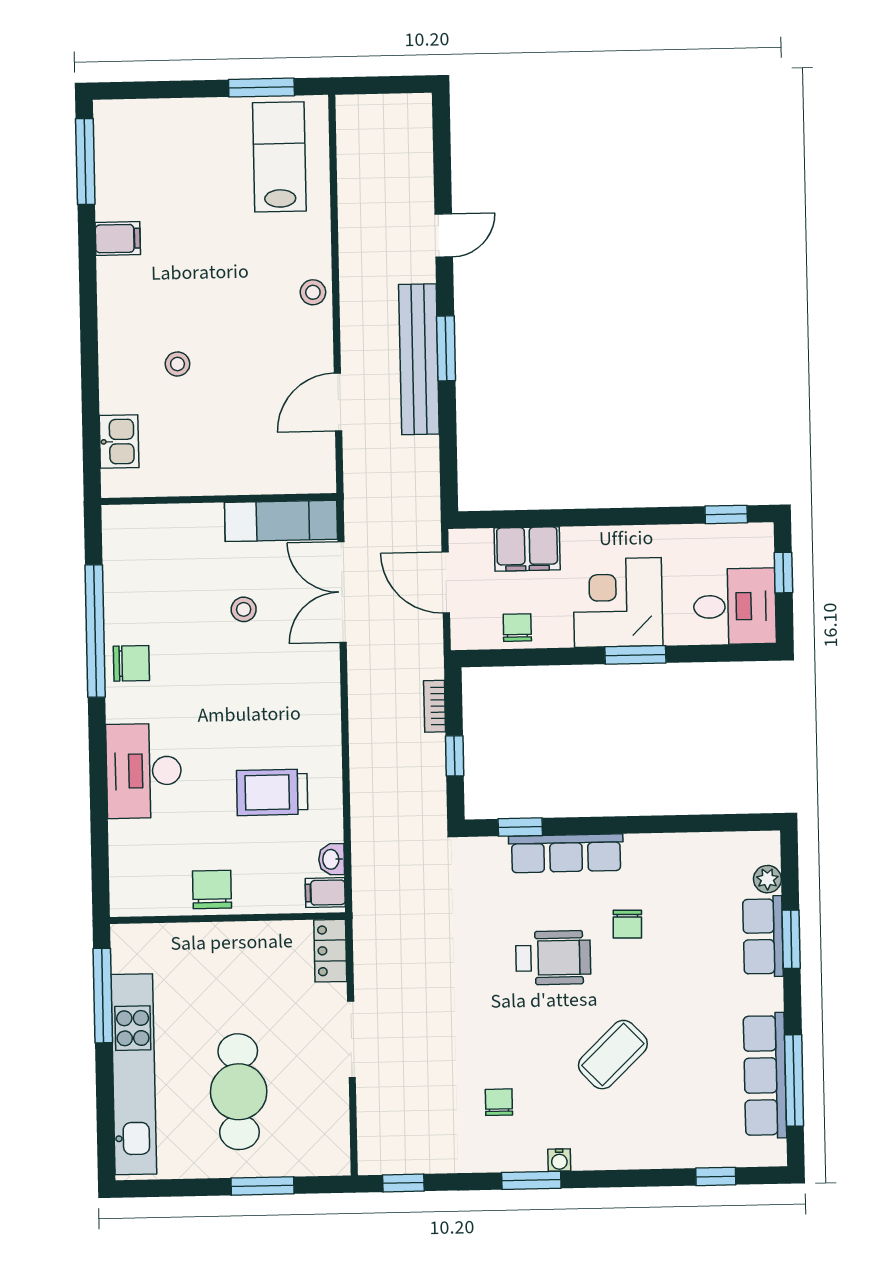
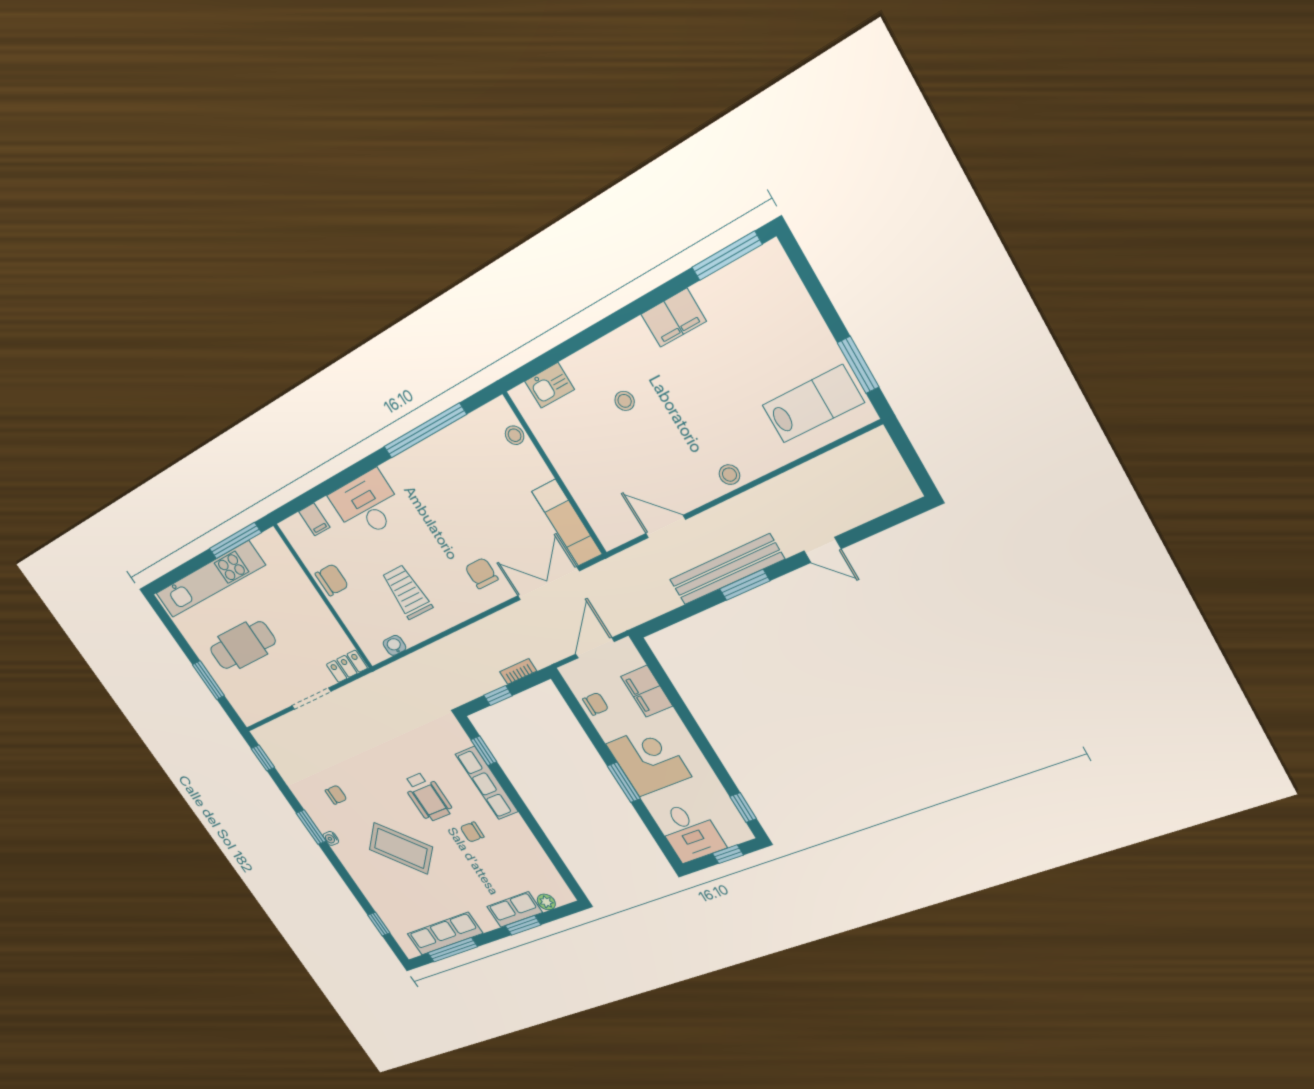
filing cabinet: (118, 239) -> (674, 318), width x2.00
stool: (244, 609) -> (515, 435), moved
chair: (131, 663) -> (482, 573), moved, turned 180
filing cabinet: (325, 893) -> (314, 519), moved, turned 180
coffee table: (613, 1055) -> (401, 848), width x1.36, depth x1.32

